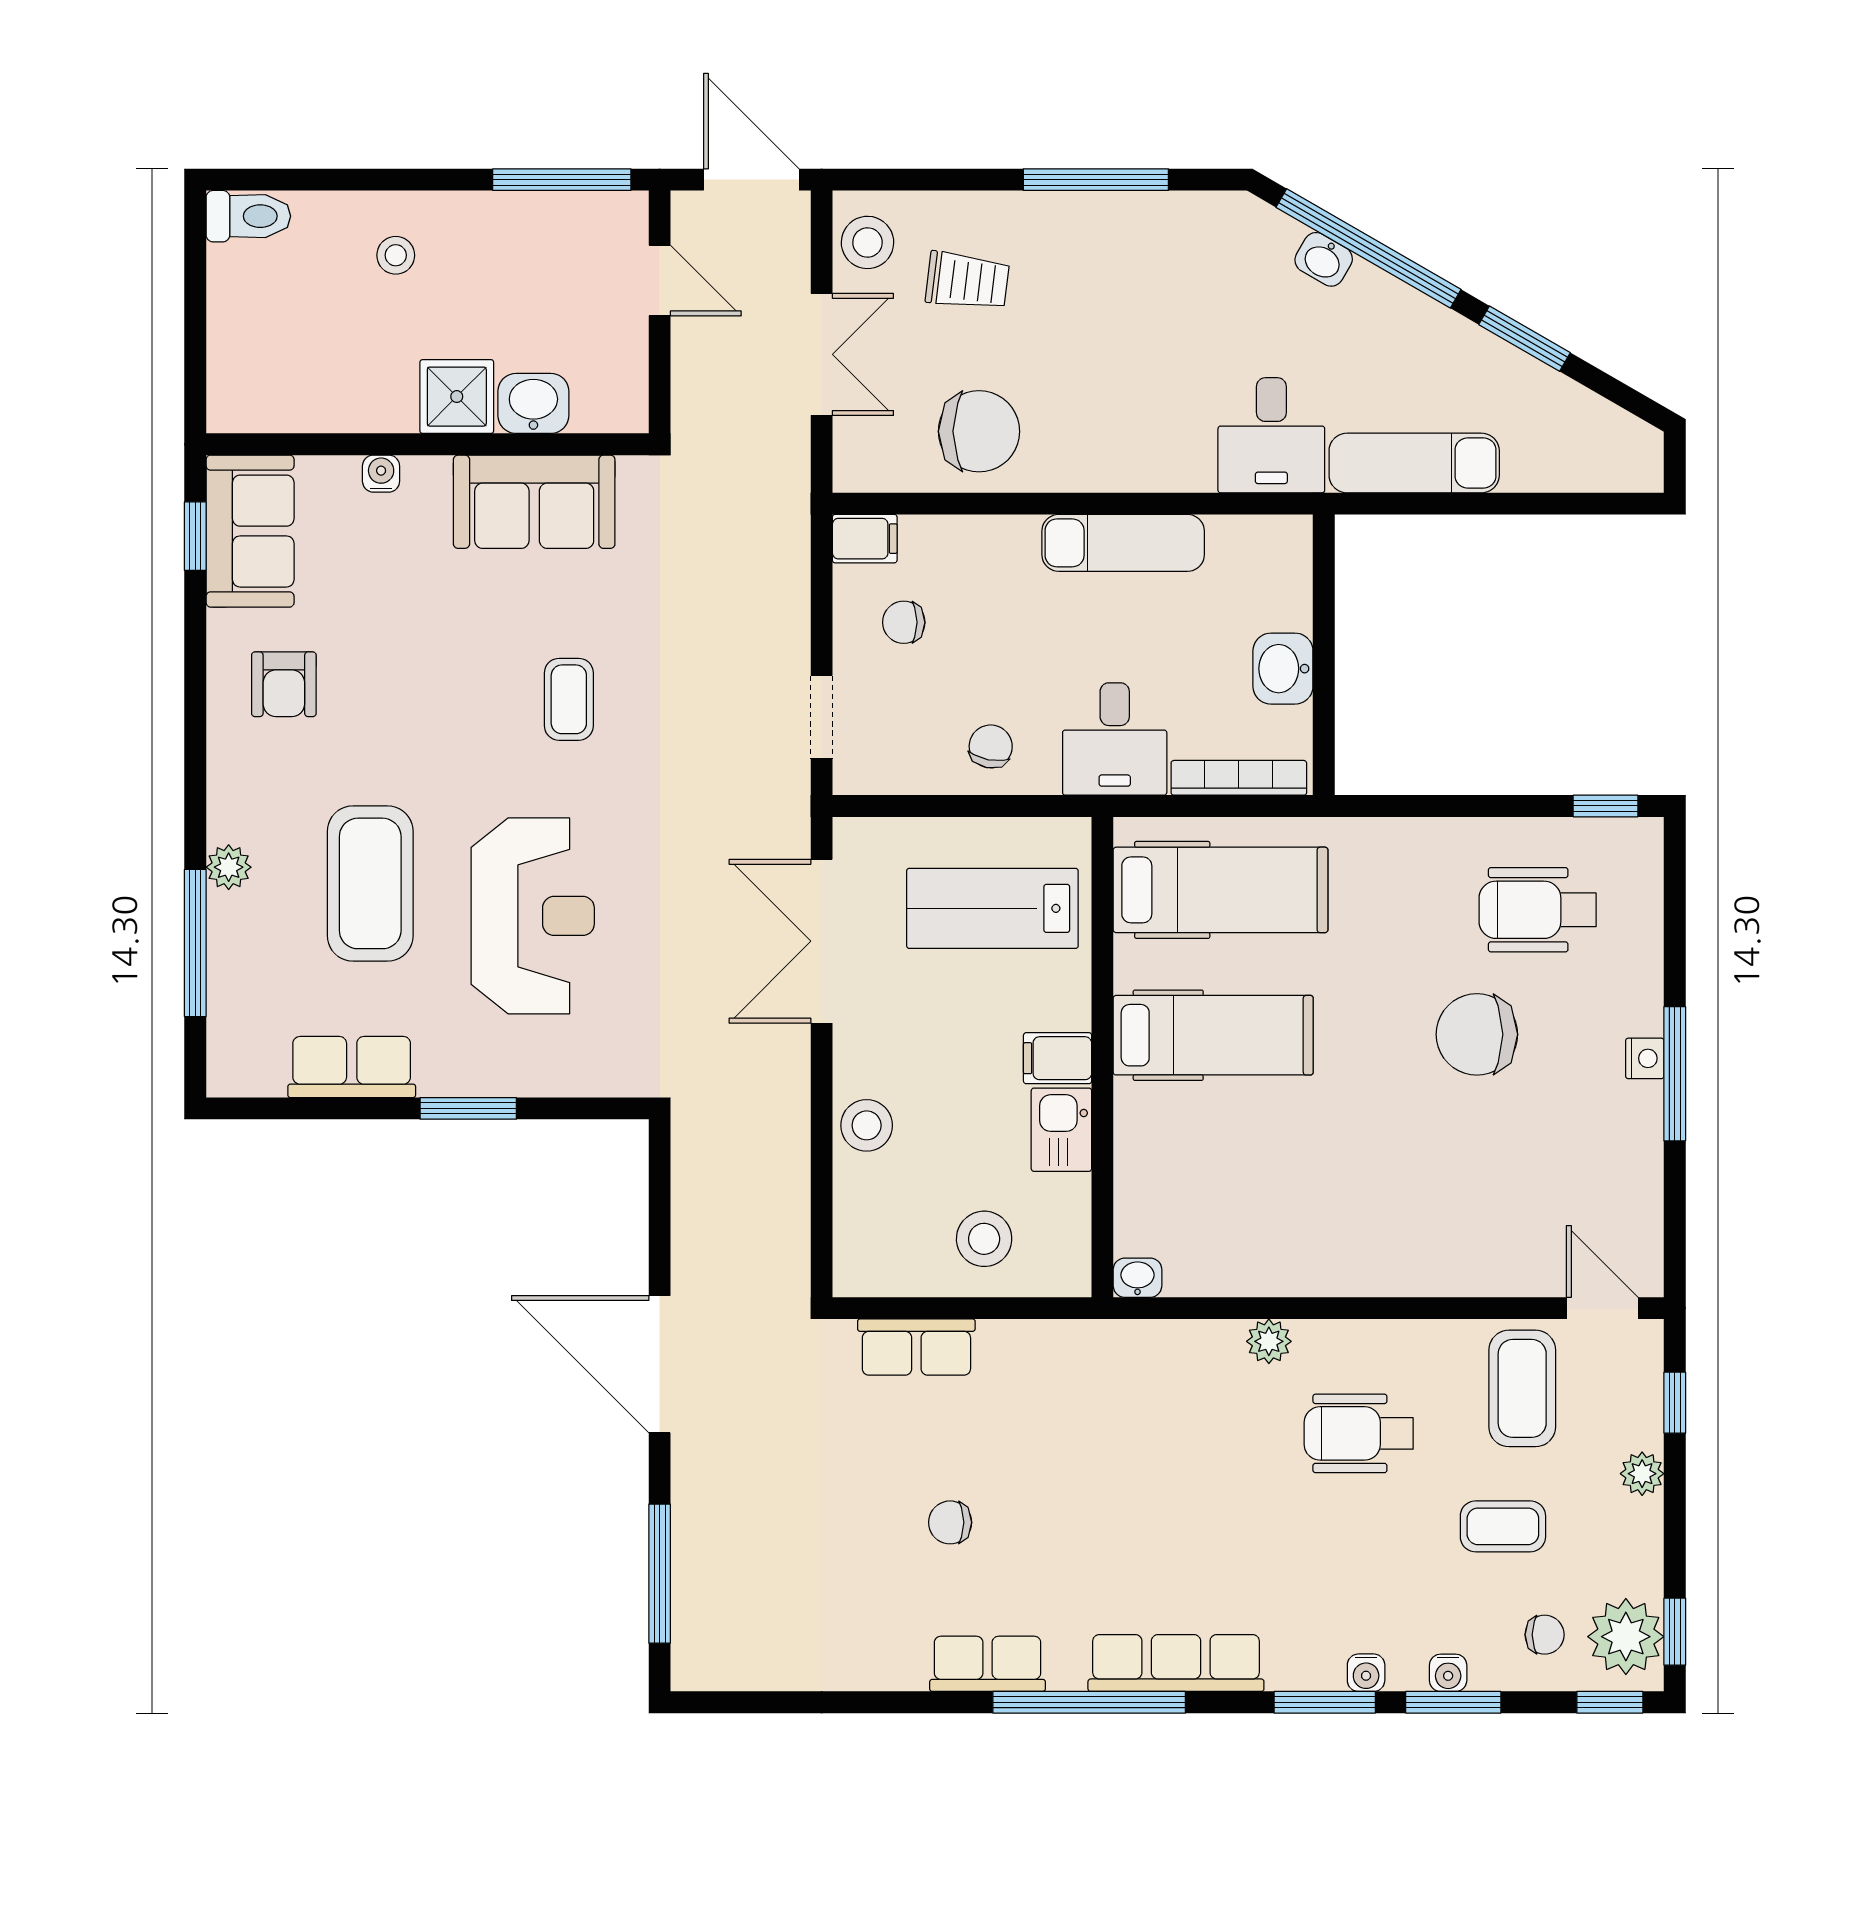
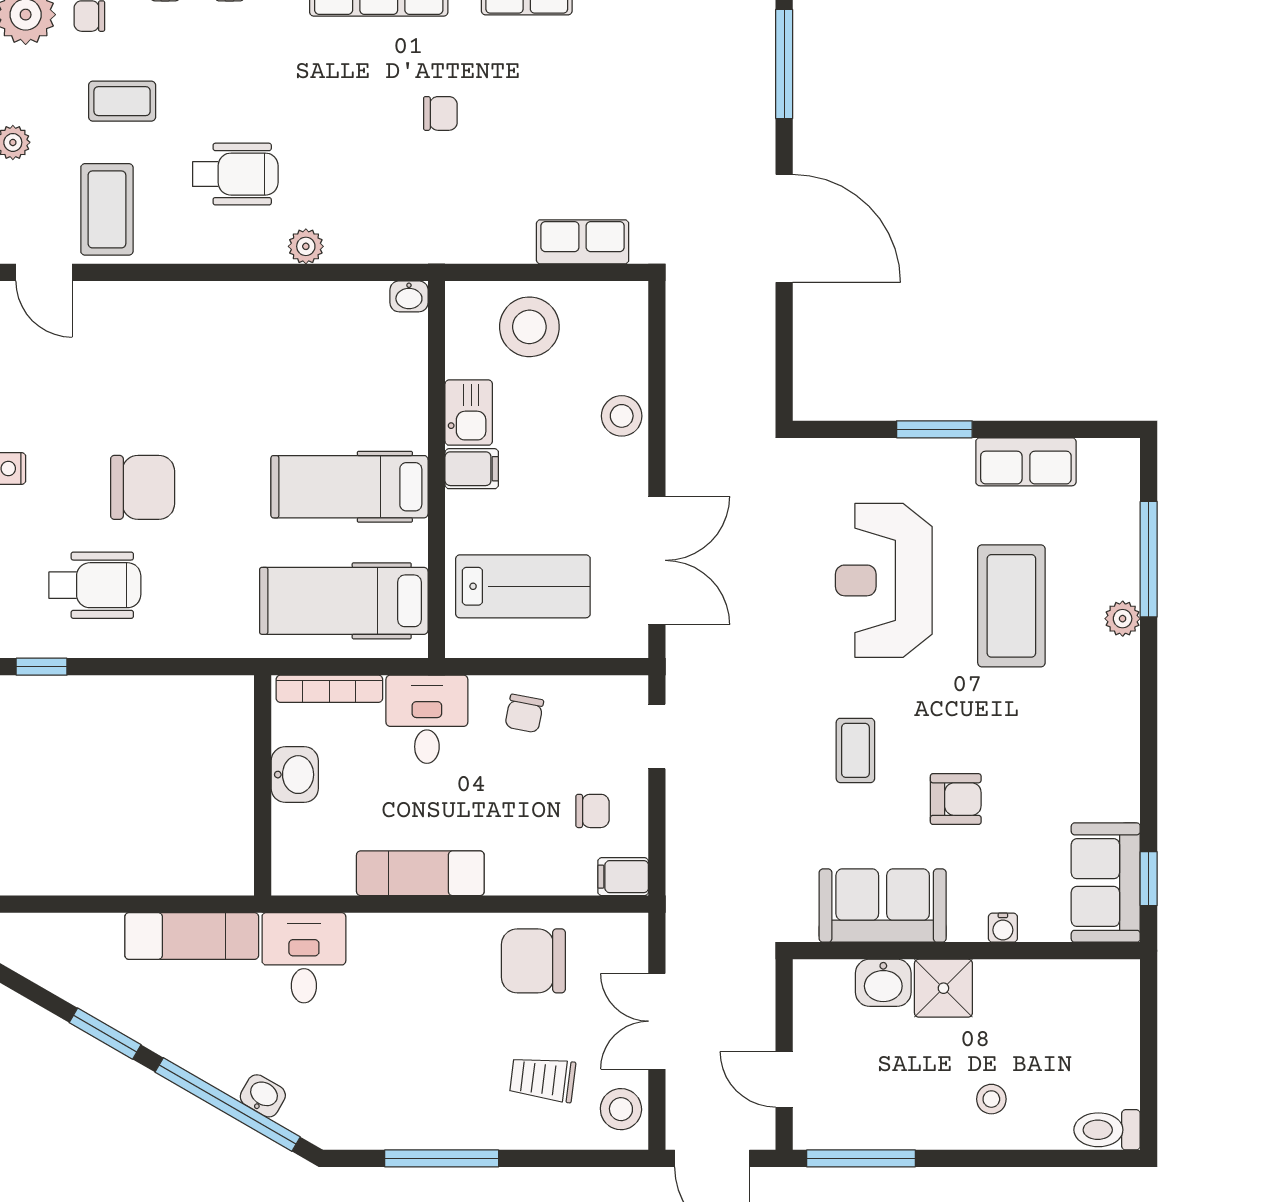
armchair: (284, 684) -> (956, 799), moved, turned 90
stool: (984, 1239) -> (529, 327), width x1.38, depth x1.38
chair: (950, 1522) -> (440, 113), moved

